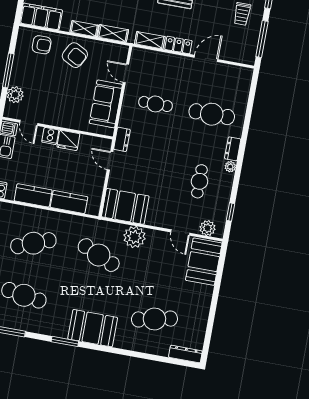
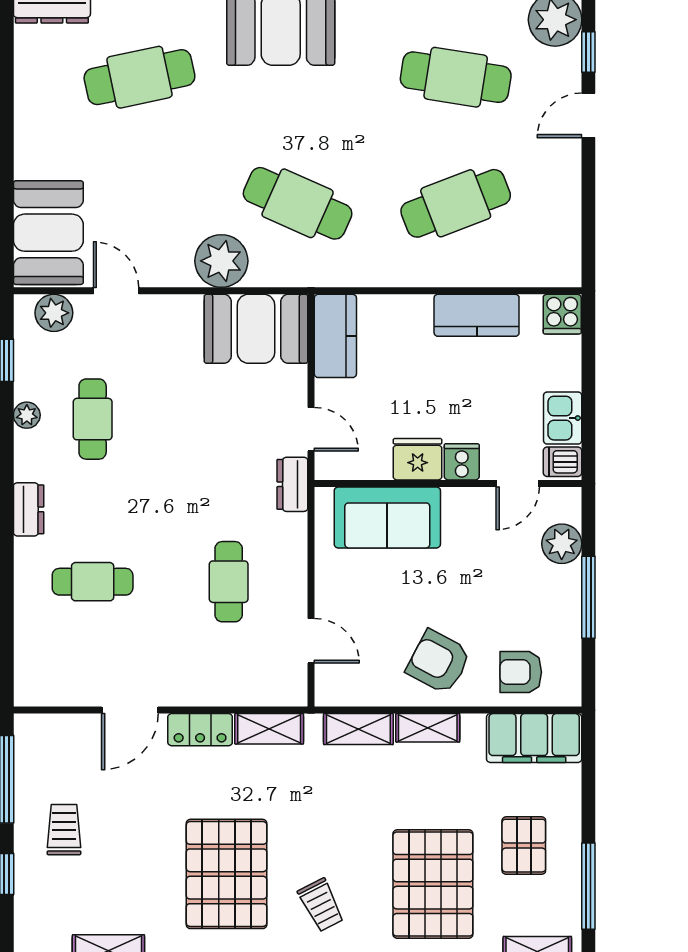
sofa: (106, 104) -> (387, 517), moved, turned 90
cafe table: (156, 104) -> (229, 582), turned 90
cafe table: (212, 114) -> (93, 582), width x0.73, depth x0.74
door: (29, 123) -> (518, 483), swing flipped
plant: (230, 167) -> (27, 415), moved
kitchen counter: (69, 202) -> (335, 336), moved, turned -90

